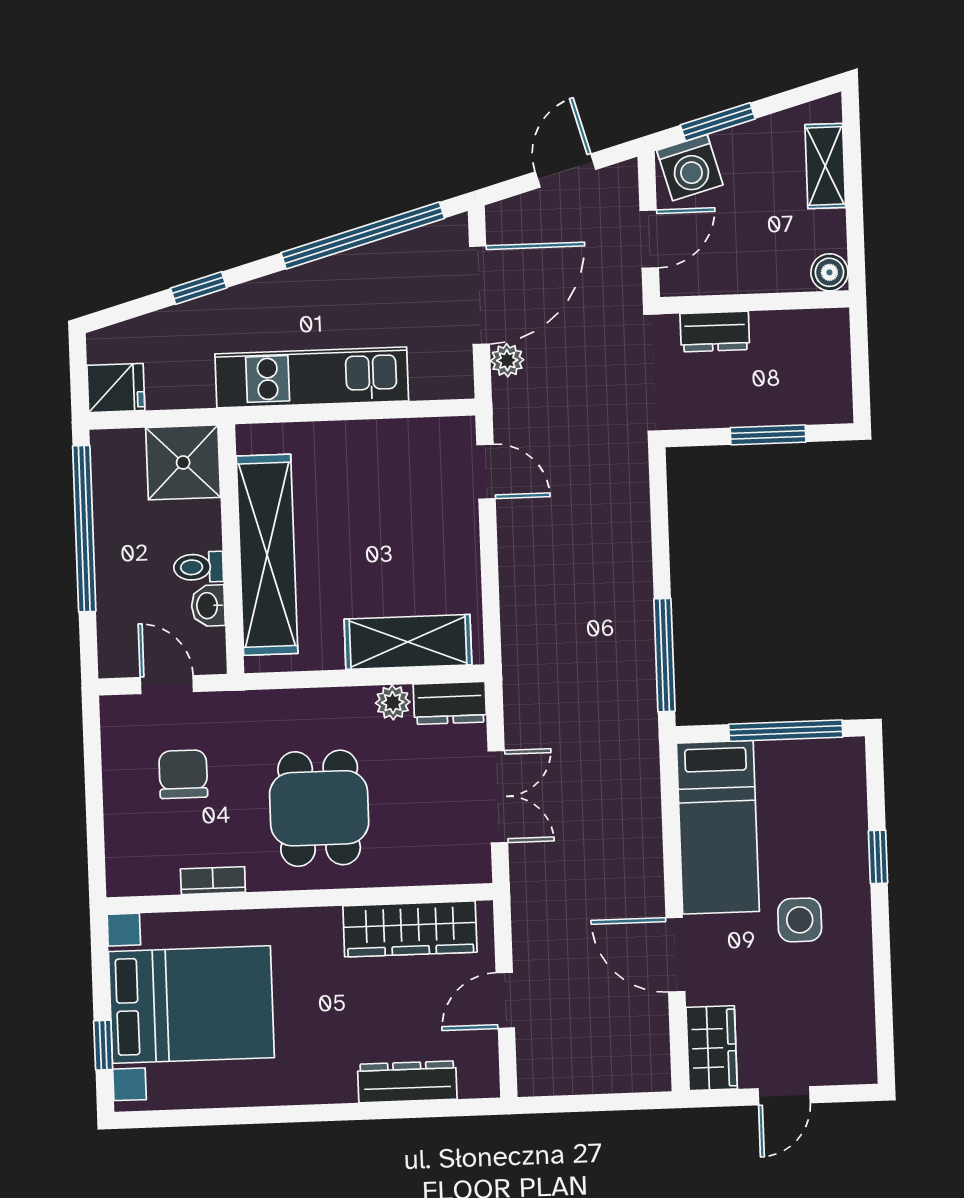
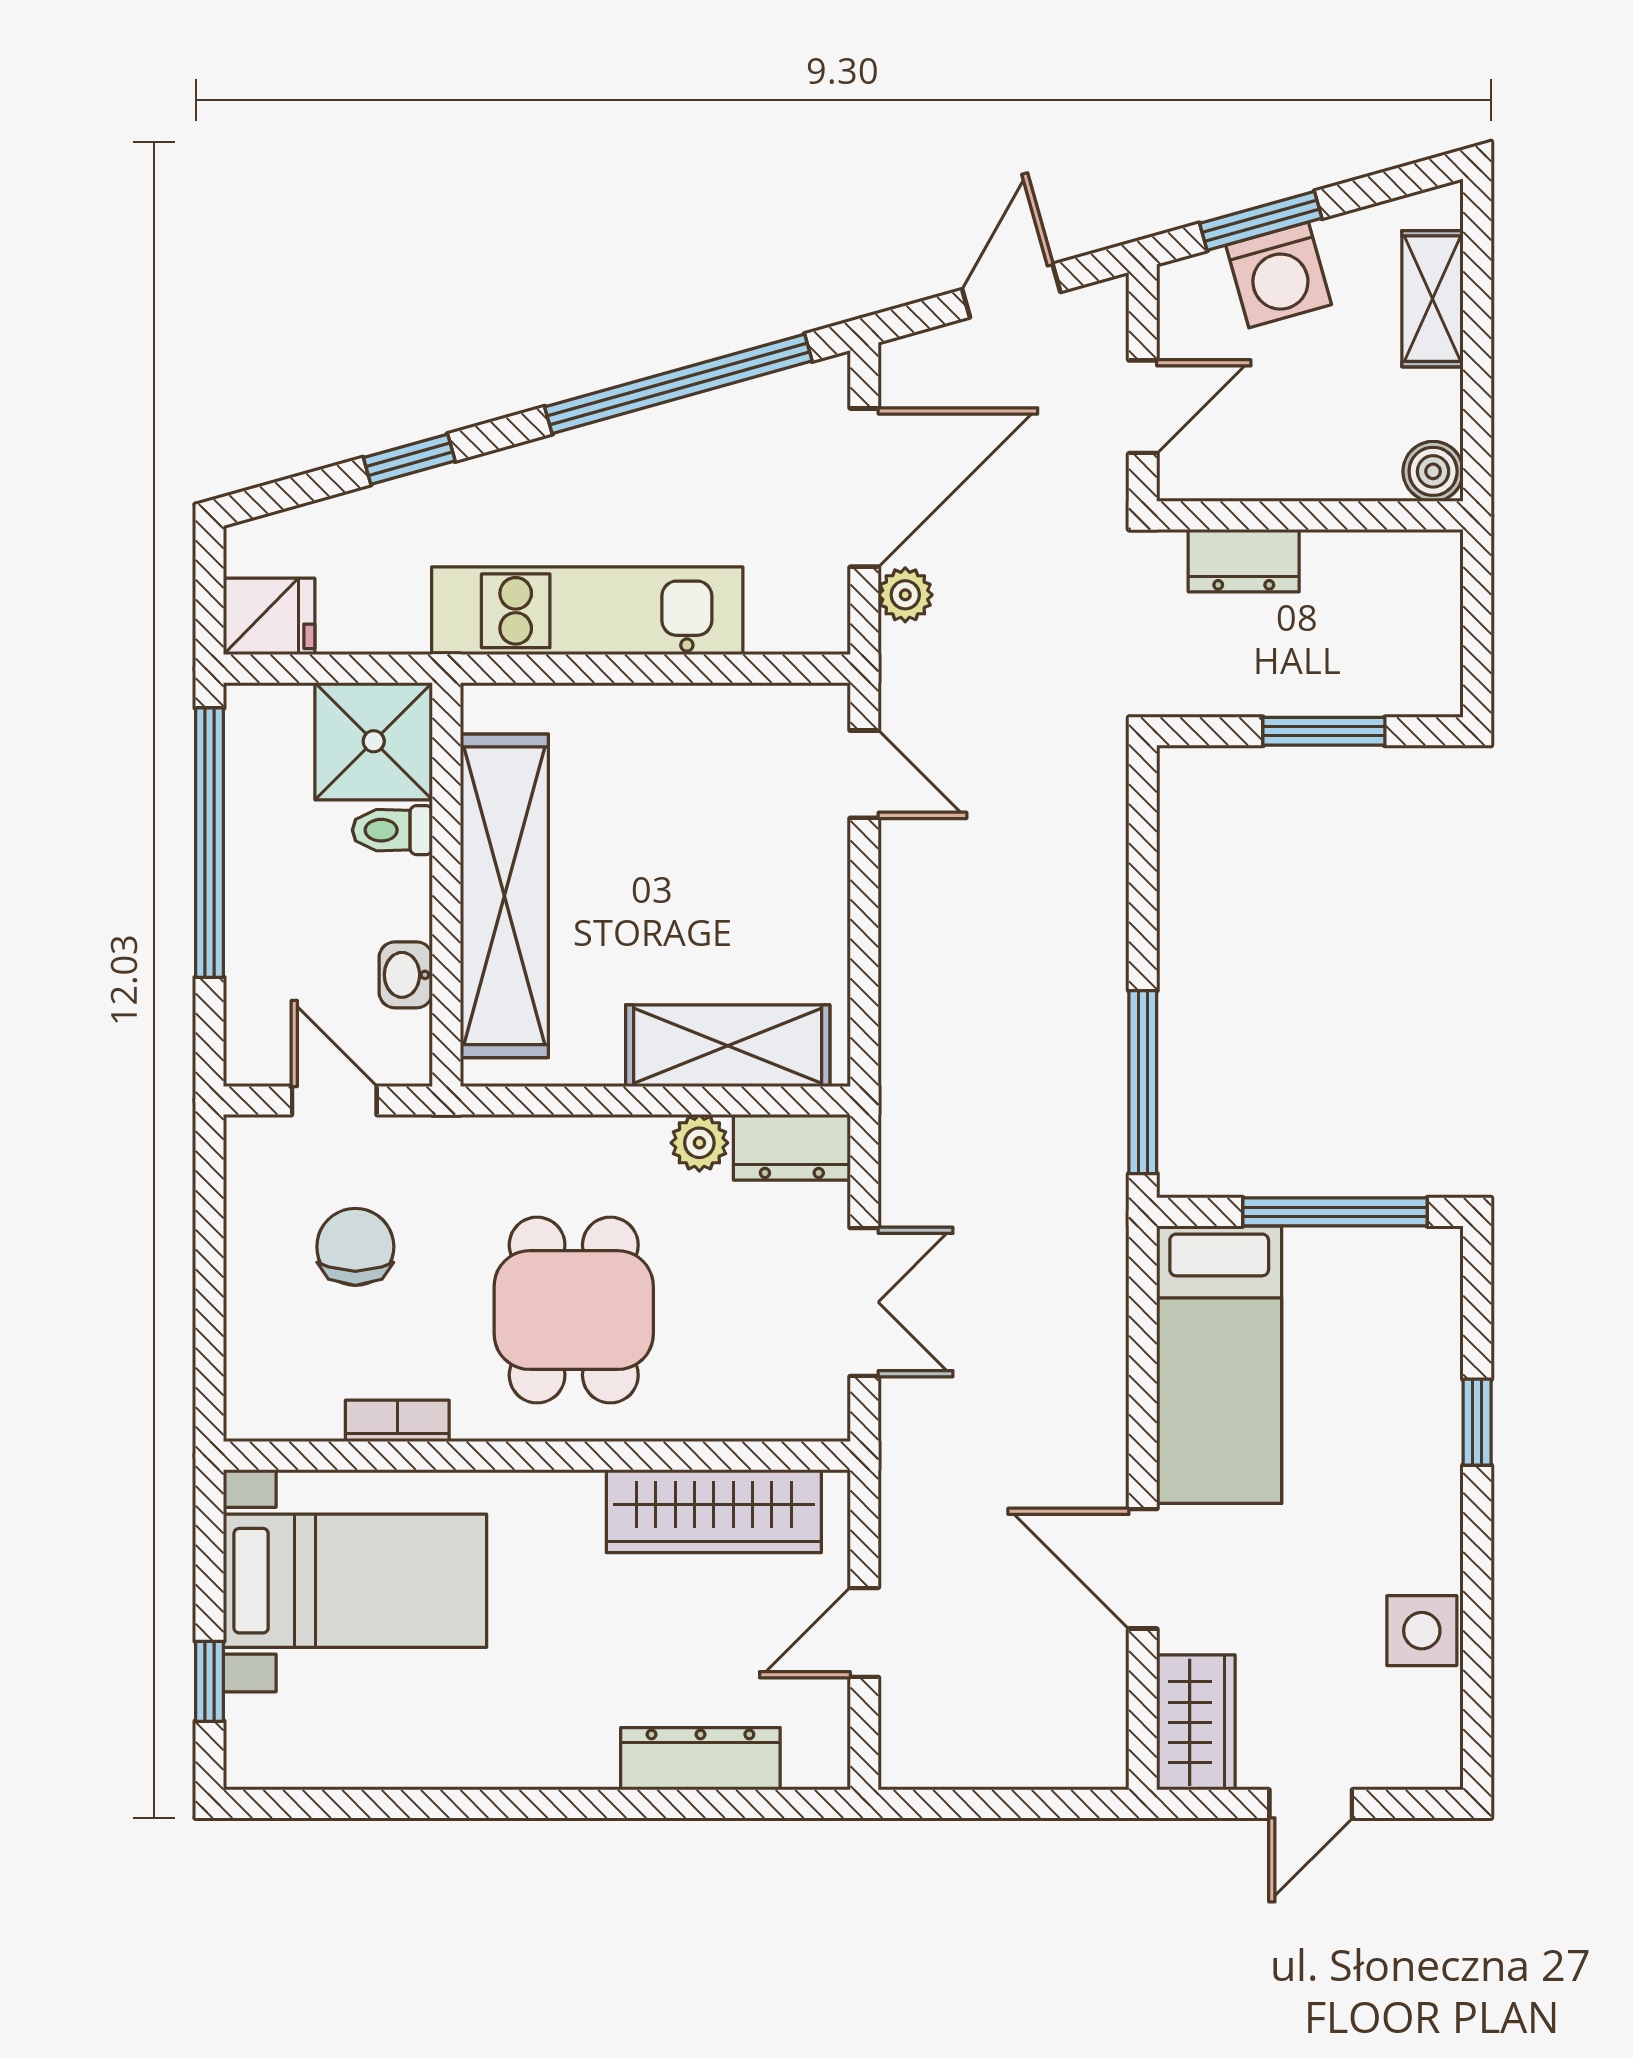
washing machine: (690, 168) -> (1279, 275), moved
toilet: (198, 567) -> (392, 830), moved
side table: (800, 920) -> (1422, 1631), moved
bed with nightstands: (191, 1005) -> (355, 1581), width x0.73

